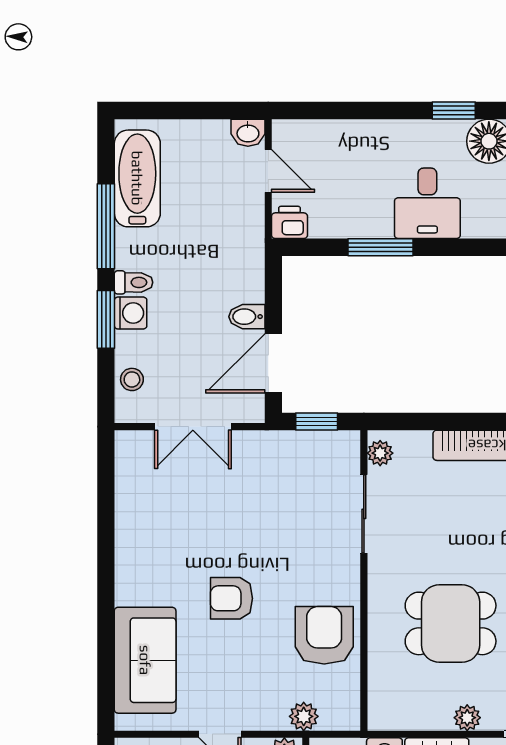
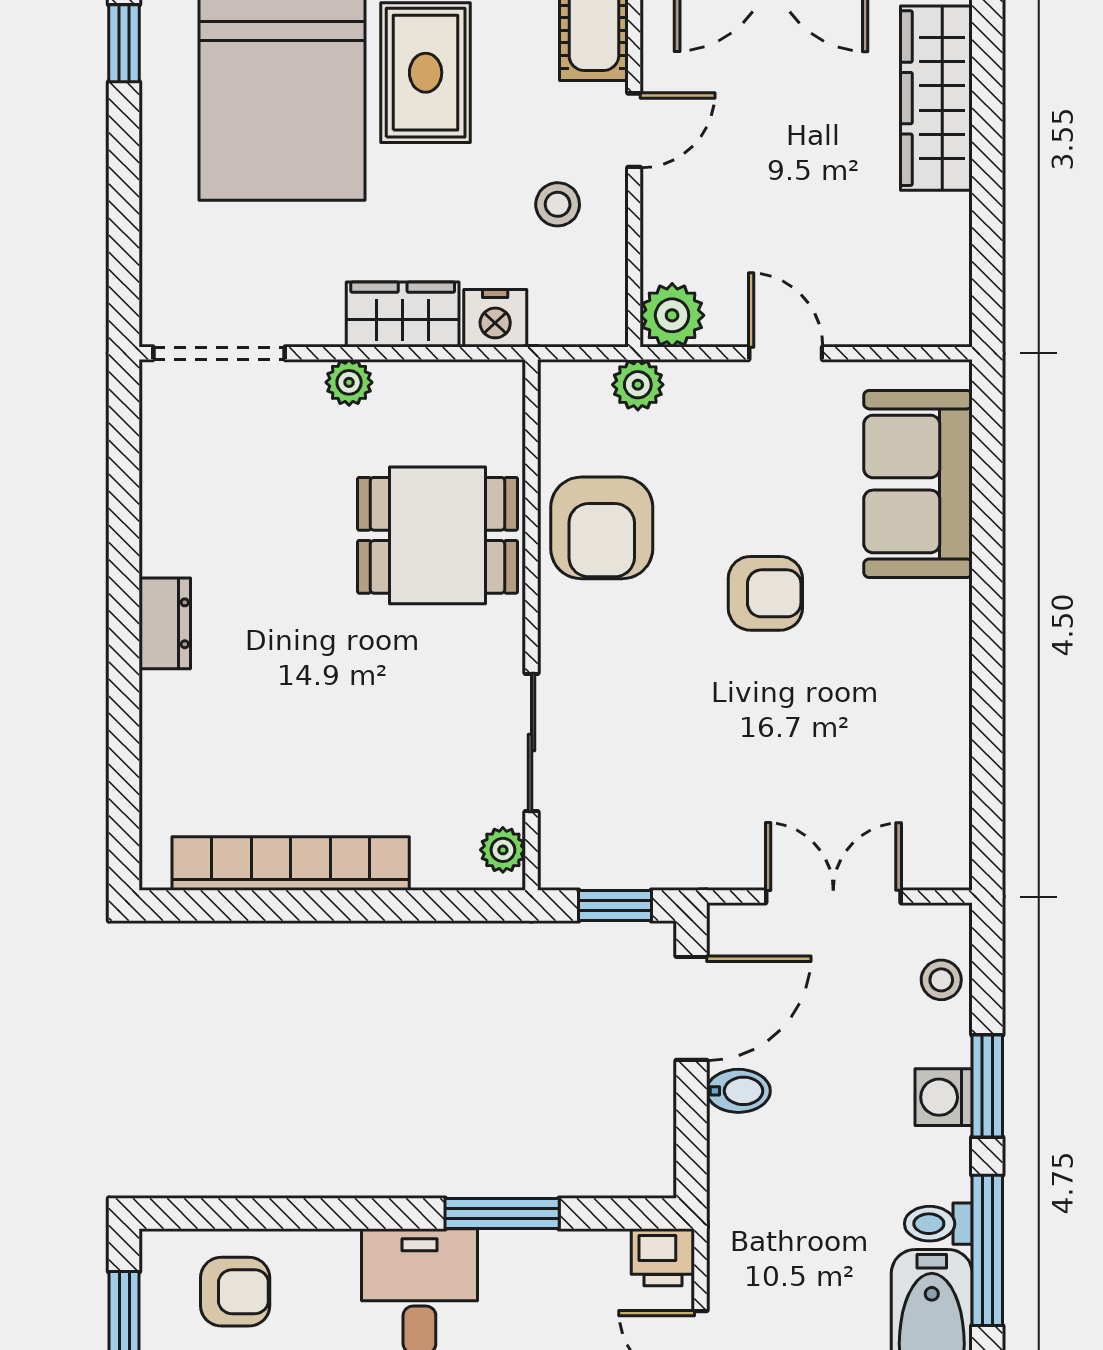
toilet: (134, 282) -> (938, 1224), moved
dining table: (451, 623) -> (438, 535), moved

